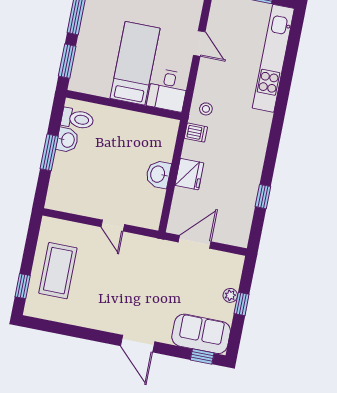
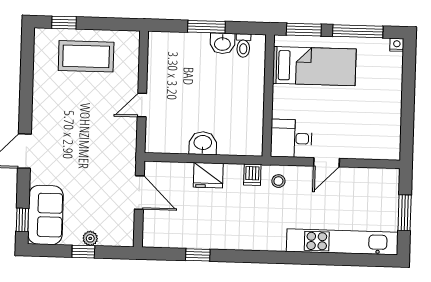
door: (199, 43) -> (326, 162), moved
bed: (135, 63) -> (314, 66), moved
toilet: (77, 119) -> (243, 46), width x0.73, depth x0.72

